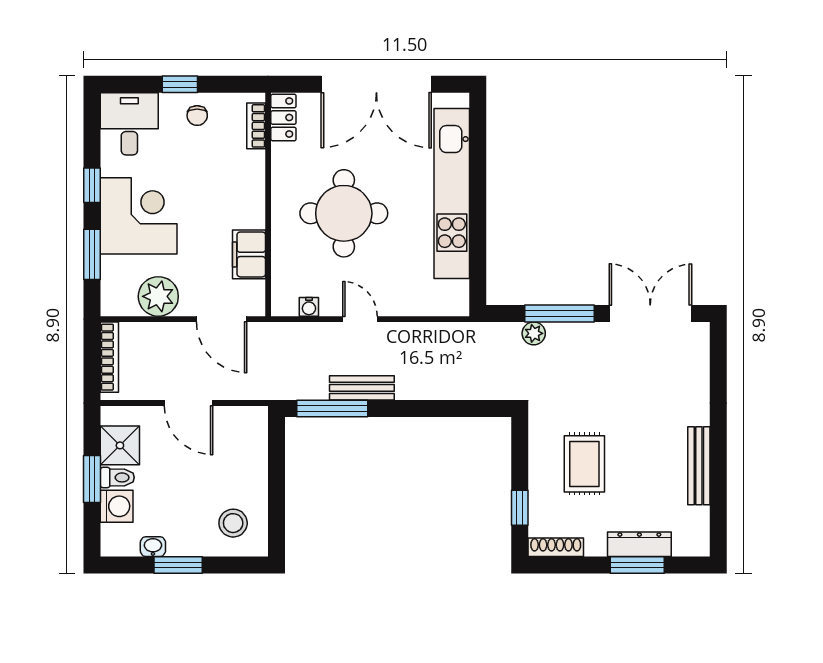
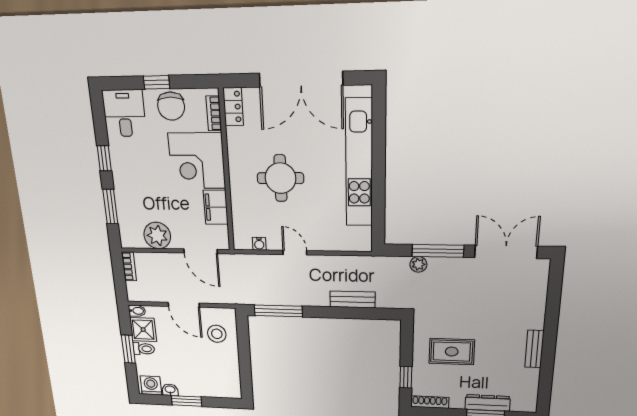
chair: (197, 116) -> (171, 106), width x1.87, depth x1.87
round table: (344, 213) -> (280, 178), width x0.73, depth x0.73
corner desk: (139, 216) -> (197, 161), moved, turned 180
bookcase: (109, 357) -> (129, 266), width x0.64
bench: (362, 388) -> (353, 300), moved
bidet: (114, 415) -> (137, 311), added
rug: (584, 464) -> (452, 352), turned 90
bench: (699, 466) -> (534, 349), width x0.73
washing machine: (117, 506) -> (151, 385), moved, turned -90
stool: (233, 523) -> (217, 334), moved

